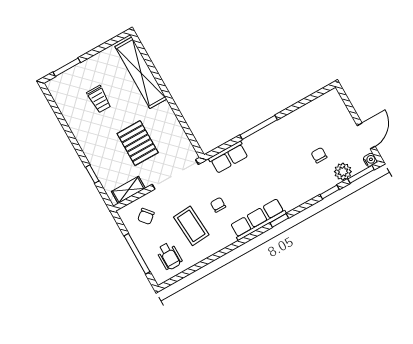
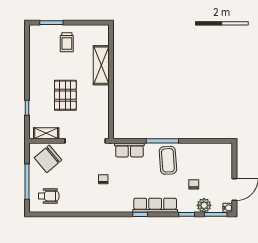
shelving: (141, 73) -> (101, 65), width x0.68
trolley: (99, 99) -> (67, 42), moved
pallet: (138, 143) -> (65, 95), moved
chair: (146, 216) -> (48, 159), width x1.87, depth x1.87
row of seats: (258, 219) -> (155, 205), moved
coffee table: (191, 226) -> (168, 160), moved
wheelchair: (169, 256) -> (49, 196), turned -90

